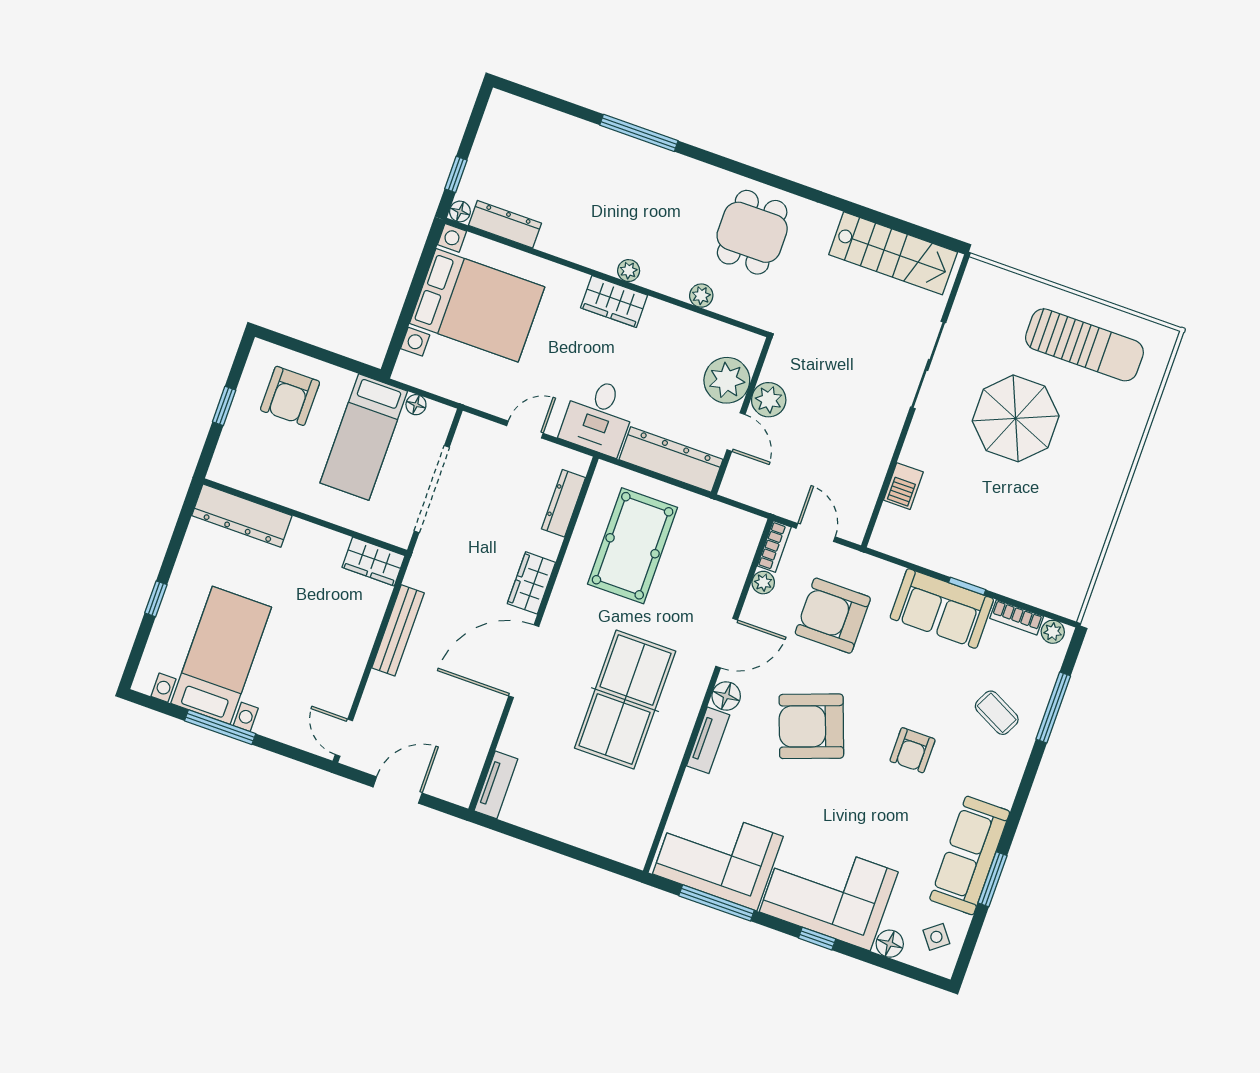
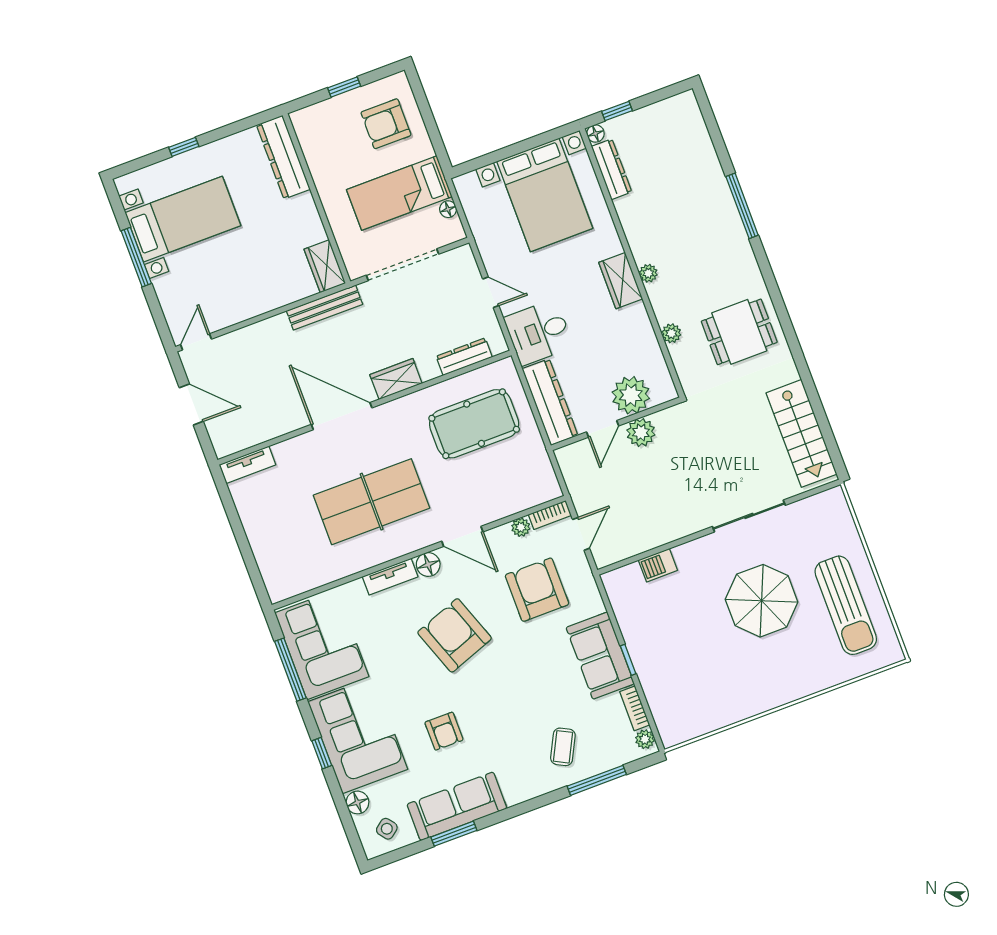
bench: (398, 630) -> (325, 308), moved
armchair: (913, 750) -> (444, 731), moved, turned -90

